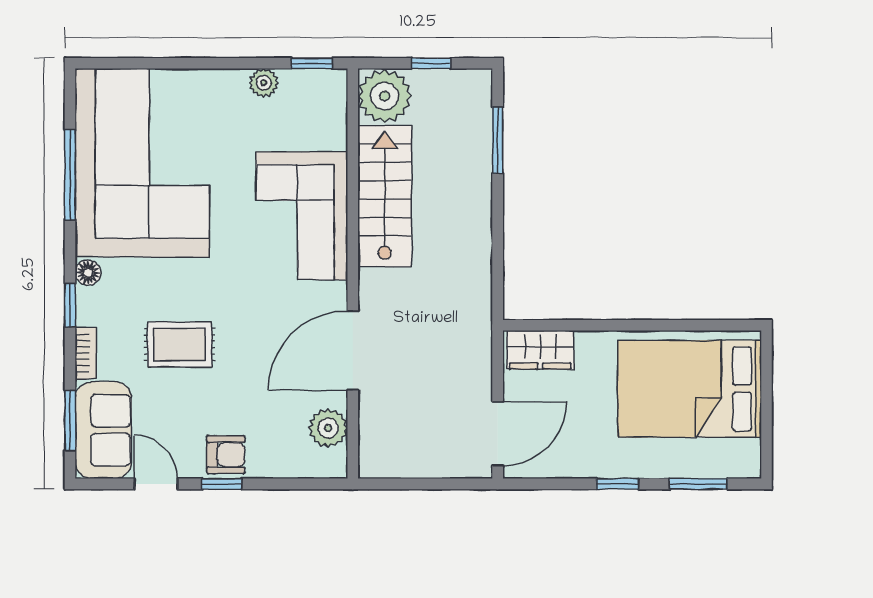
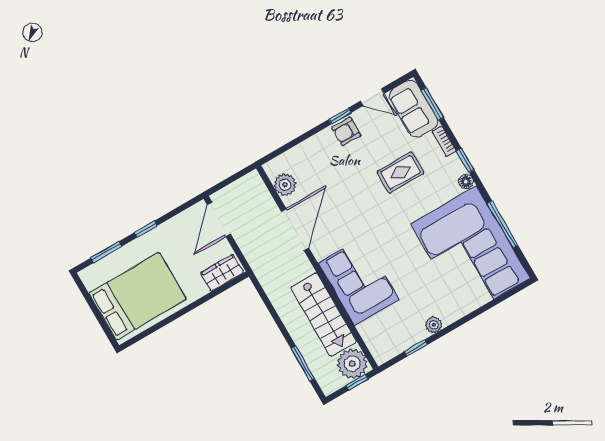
plant: (385, 96) -> (352, 364), moved
stairs: (385, 196) -> (324, 314), moved
corner sofa: (302, 216) -> (359, 281), moved
wall: (353, 274) -> (317, 267), moved
door: (353, 351) -> (295, 230), moved
plant: (328, 428) -> (285, 185), moved

